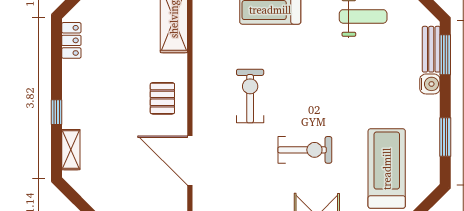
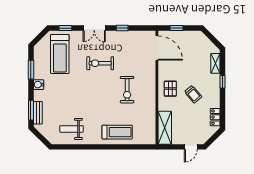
water cooler: (430, 84) -> (39, 85), moved
trolley: (116, 87) -> (193, 94), added
door: (190, 160) -> (157, 48), moved

